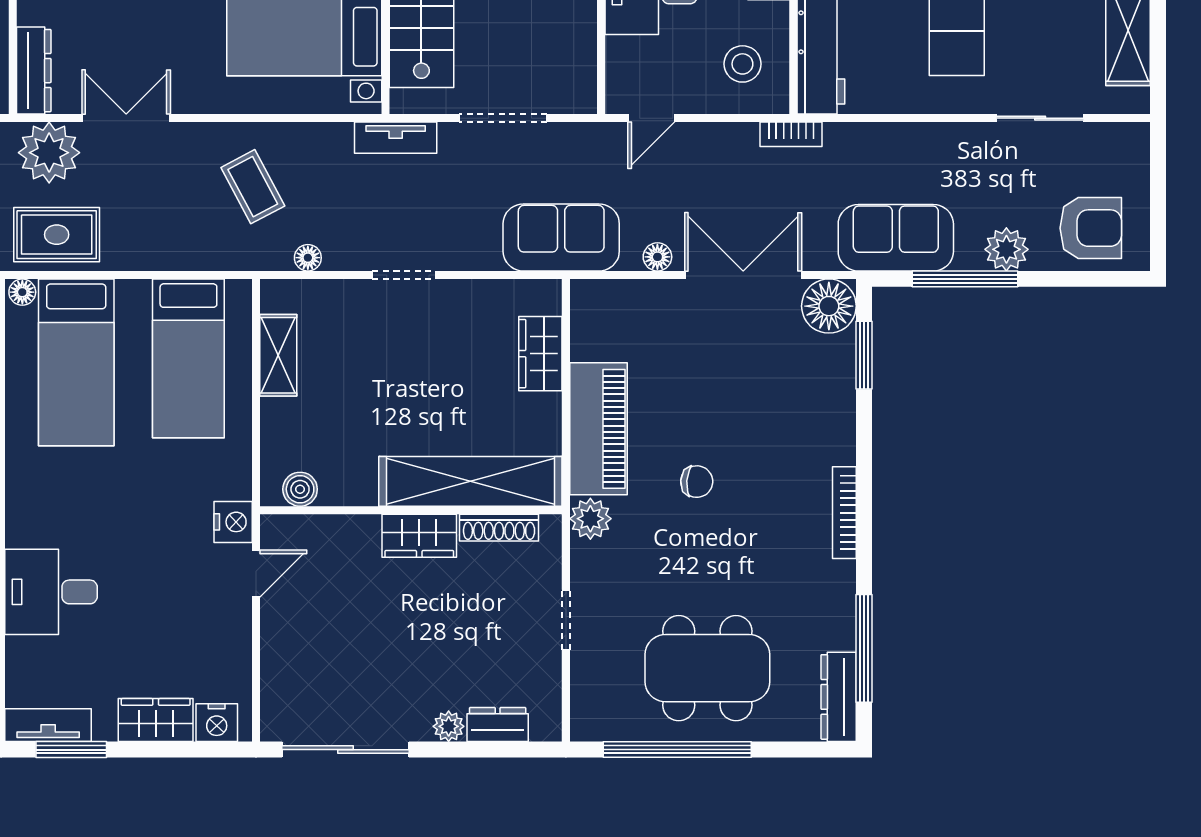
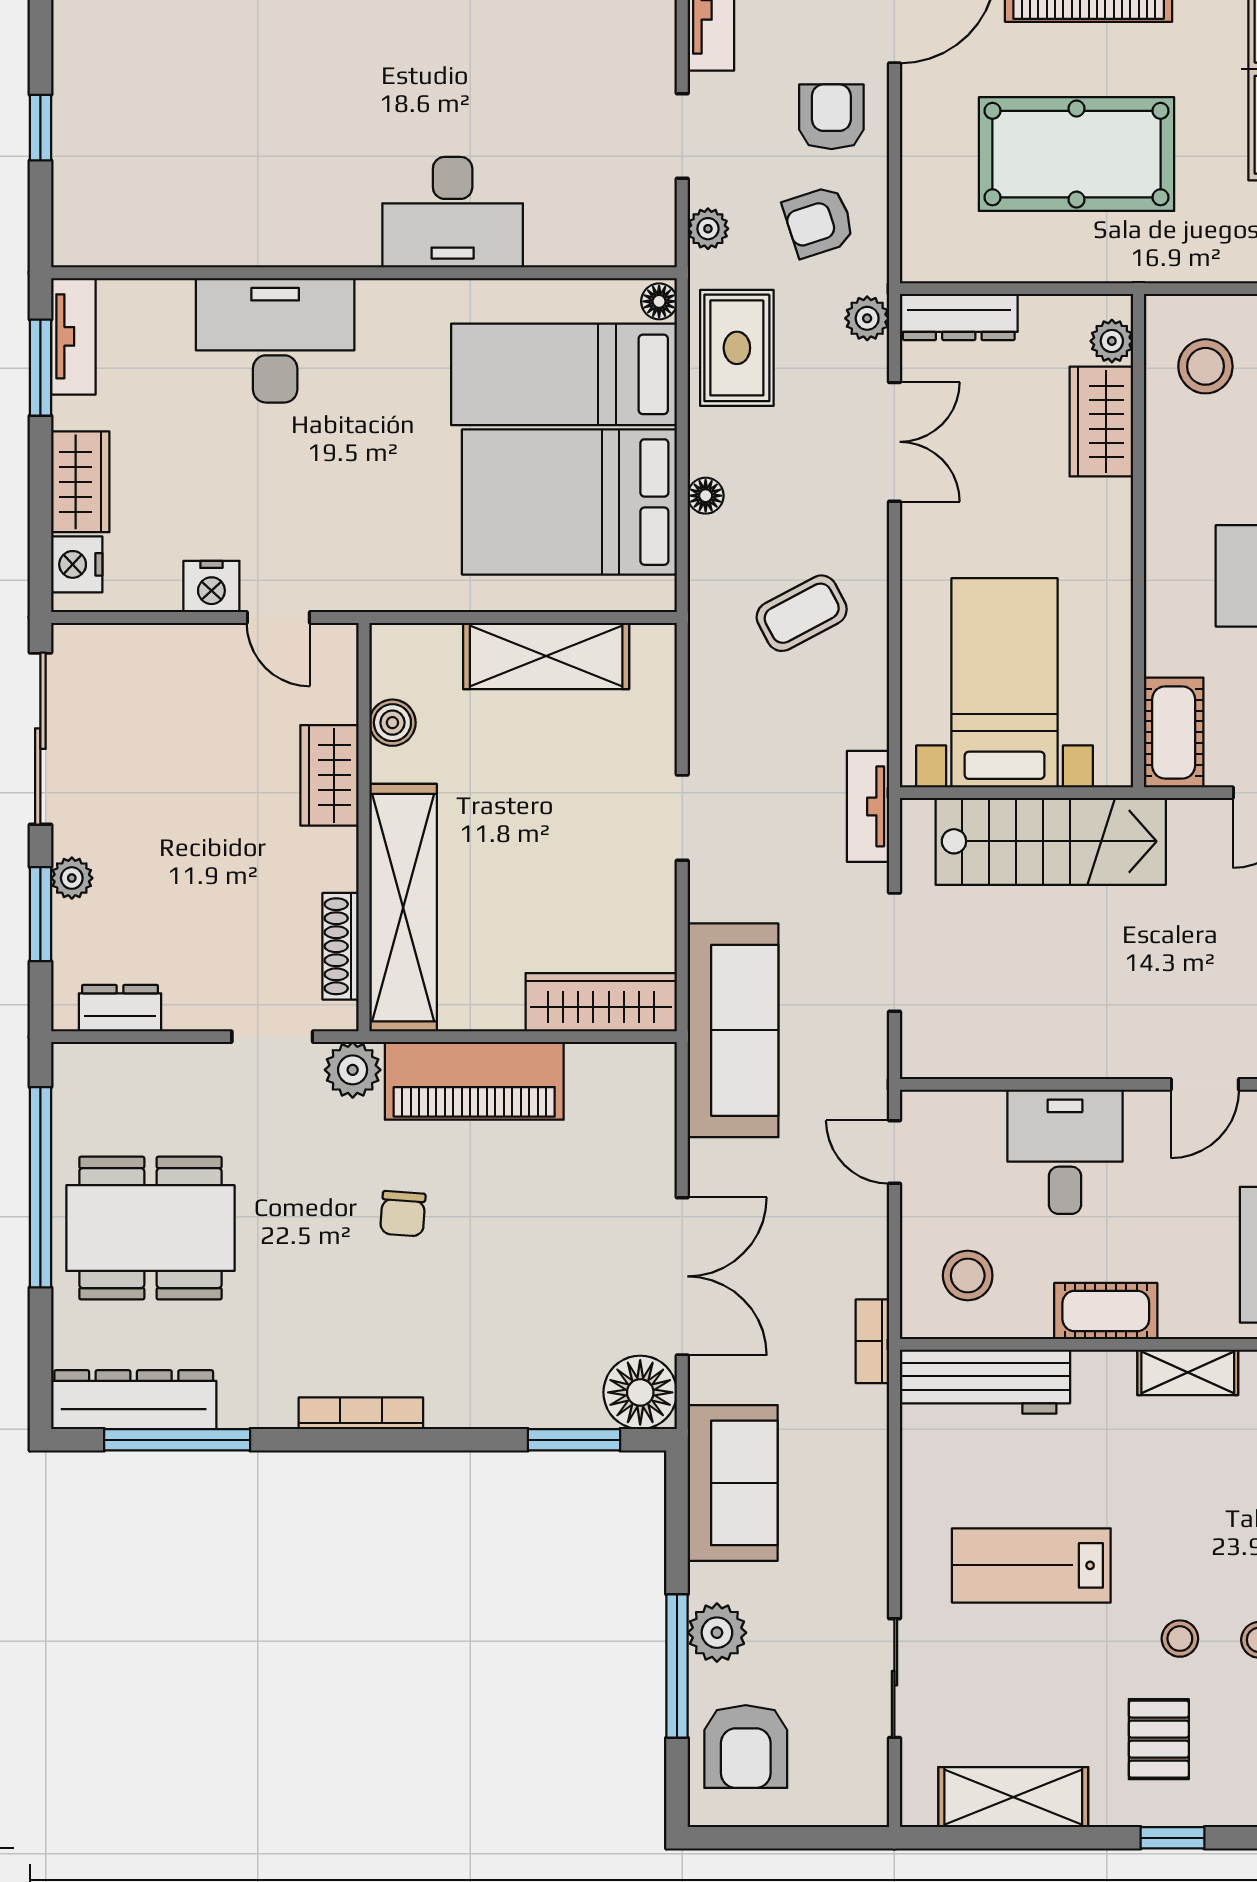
plant: (49, 153) -> (867, 318), width x0.53, depth x0.53
sofa: (561, 237) -> (733, 1030), width x1.36
floor lamp: (657, 257) -> (707, 1161), removed
floor lamp: (308, 258) -> (706, 496), moved
window: (965, 279) -> (677, 1666), moved
wardrobe: (540, 354) -> (601, 1002), width x1.50
shelving: (278, 355) -> (546, 656), width x1.50, depth x1.33
bed: (188, 358) -> (569, 502), width x1.50
boiler: (300, 489) -> (392, 723), moved
nightstand: (233, 522) -> (211, 587), moved
wardrobe: (419, 536) -> (330, 775), moved
desk: (51, 592) -> (275, 340), width x1.37
doorway: (566, 620) -> (272, 1037), moved
dining table: (707, 668) -> (150, 1228), turned 90
dresser: (839, 697) -> (134, 1400), width x1.37, depth x1.24
dresser: (498, 725) -> (120, 1008), moved, turned -90
window: (475, 750) -> (40, 914), added

